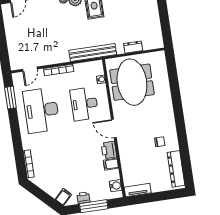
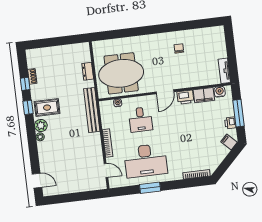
window: (10, 98) -> (150, 188), moved
desk: (84, 104) -> (141, 120), width x0.73
filing cabinet: (111, 164) -> (204, 95), width x2.00
dresser: (176, 169) -> (205, 34), removed

